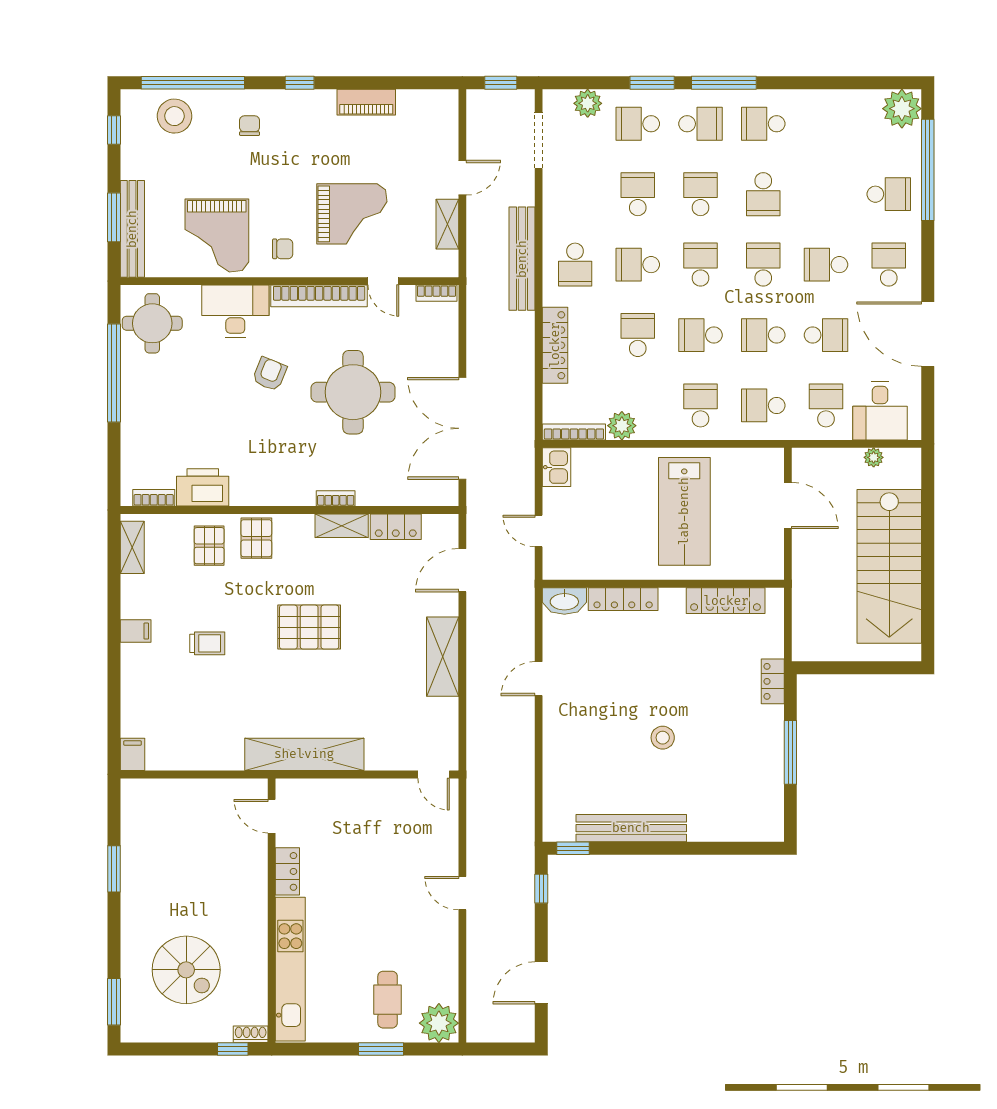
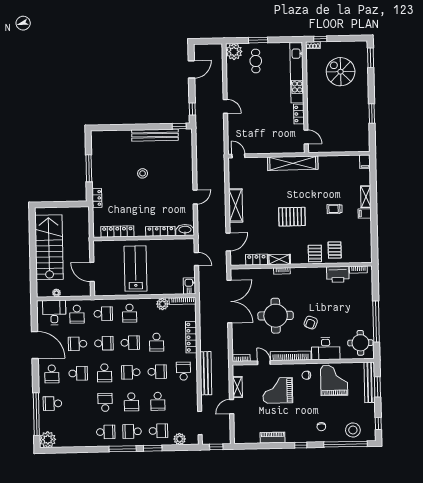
school desk: (701, 265) -> (131, 372), turned 90
shelving: (132, 547) -> (366, 197), moved

